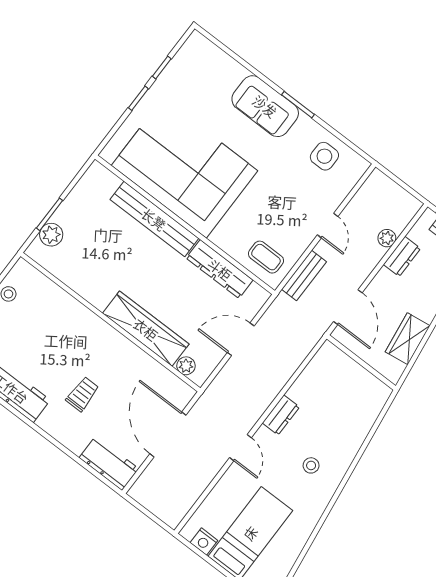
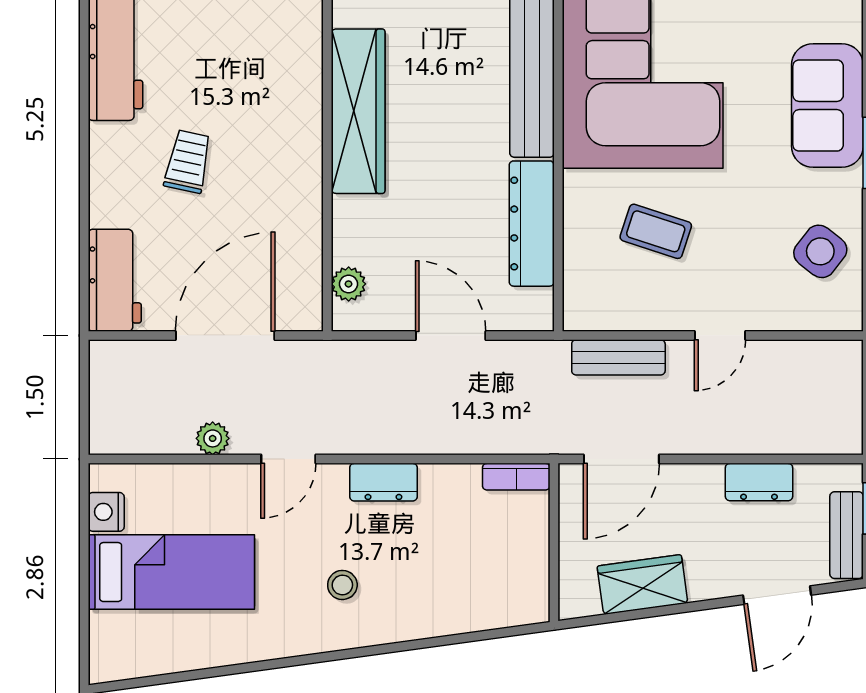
side table: (324, 156) -> (820, 251), turned 38
plant: (387, 238) -> (213, 438), moved
coffee table: (266, 257) -> (656, 231), moved, turned -72
wardrobe: (146, 329) -> (358, 111), moved
bookcase: (321, 357) -> (516, 477), added
trolley: (83, 394) -> (188, 162), turned -78

